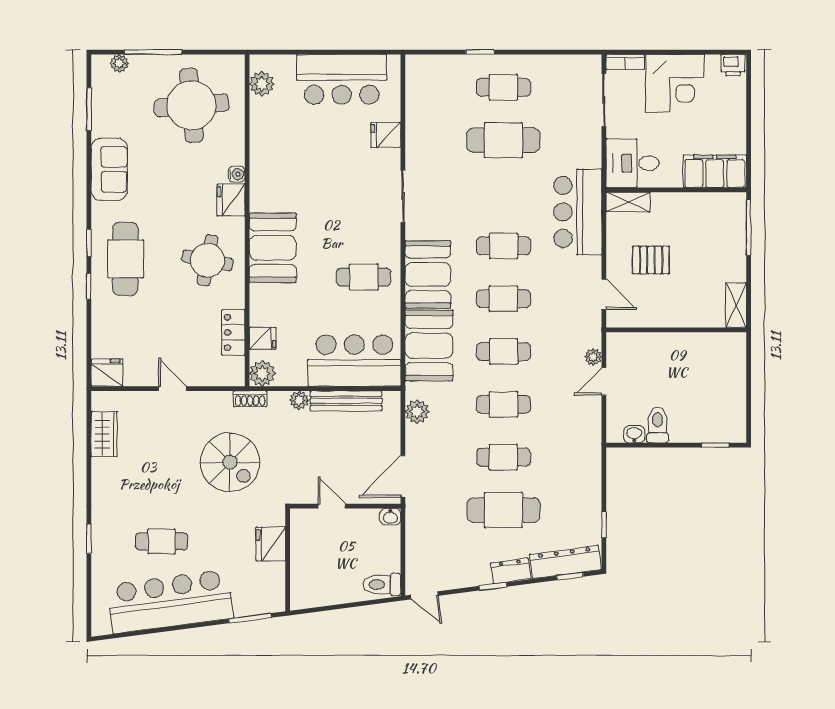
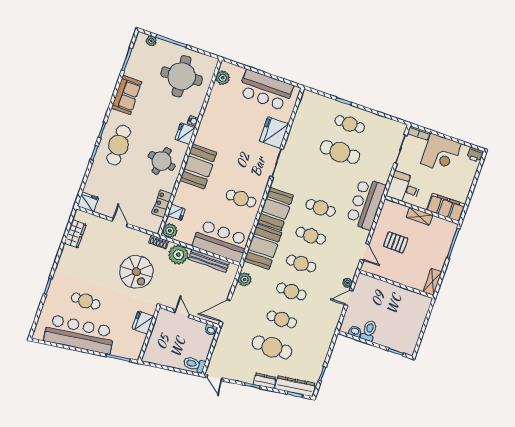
fridge: (386, 135) -> (274, 133), width x1.88, depth x1.34
shelving: (628, 202) -> (419, 216), moved
plant: (299, 400) -> (178, 255), width x1.88, depth x1.88

